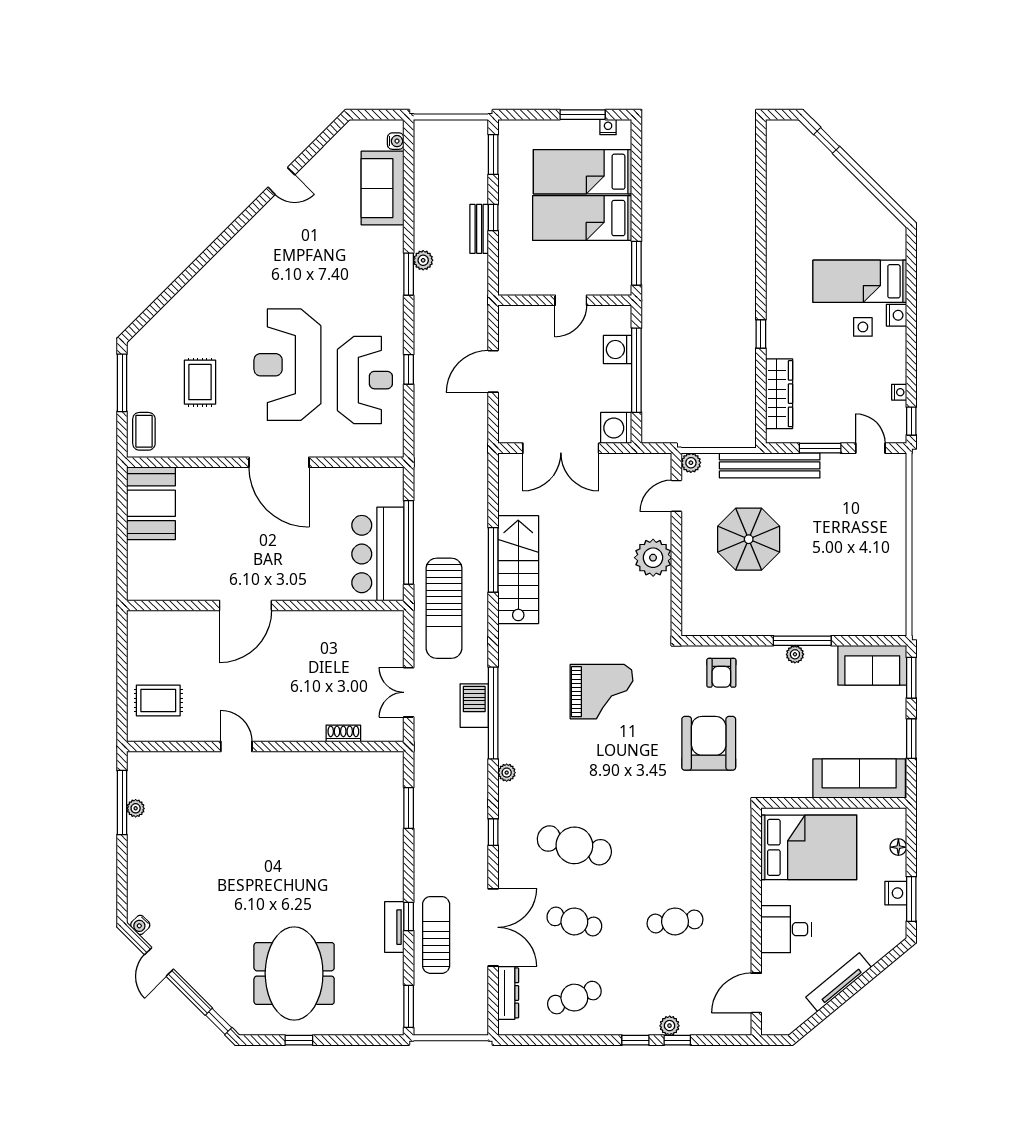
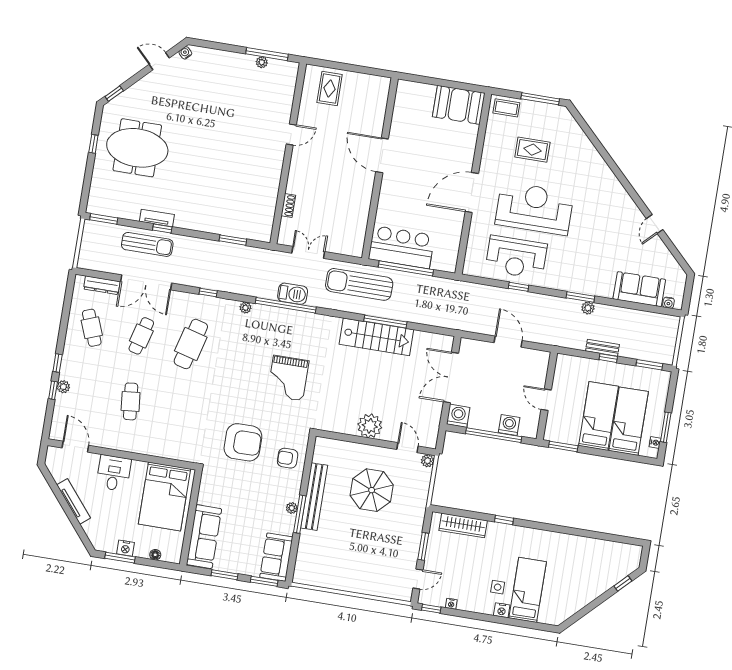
bench: (770, 465) -> (314, 497), moved

